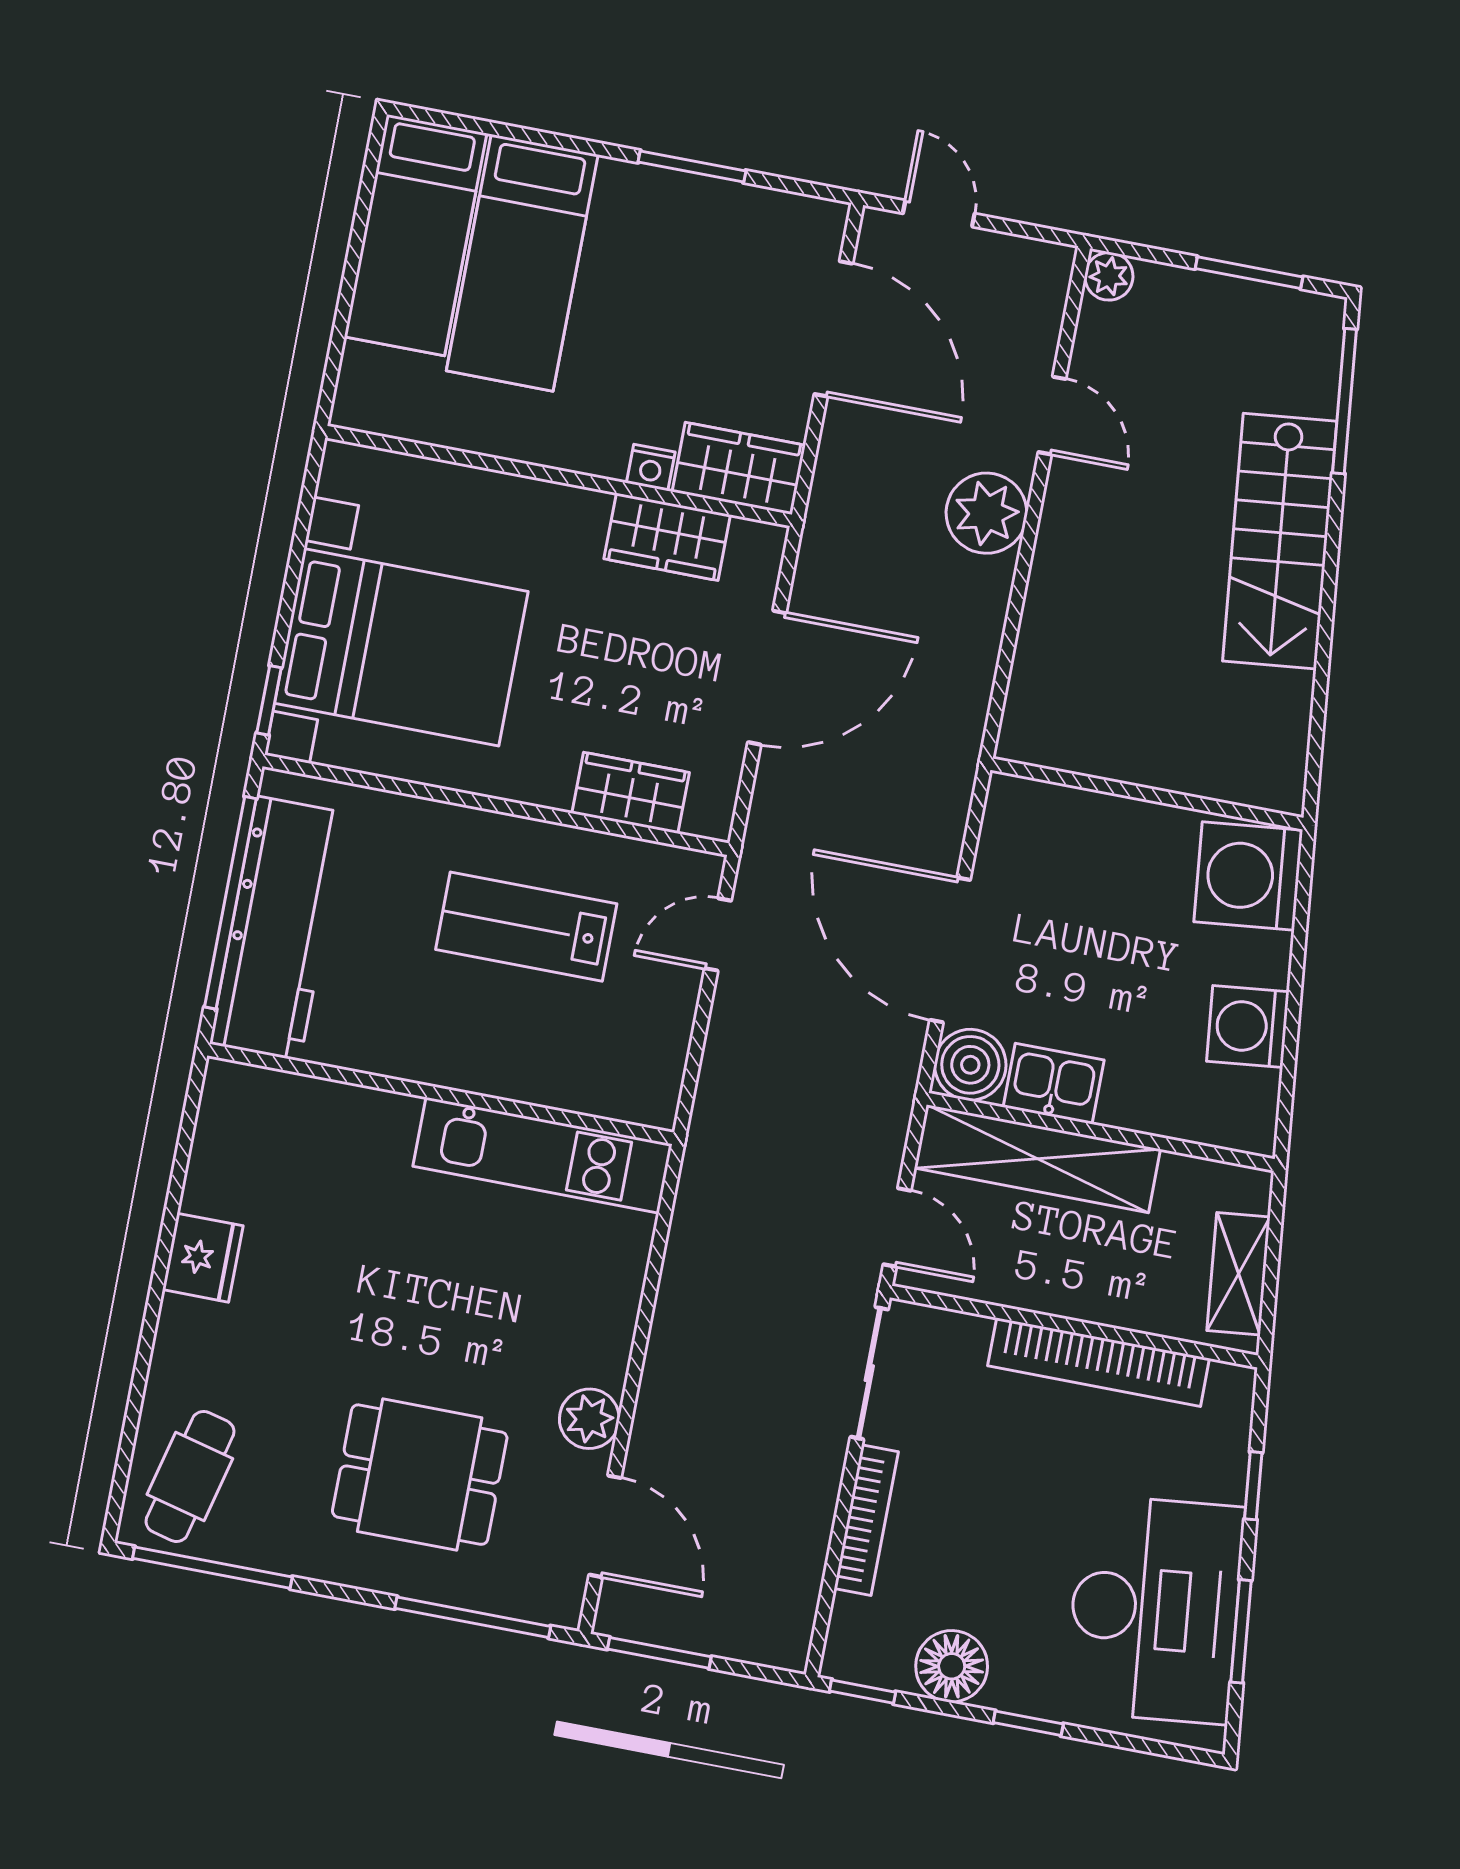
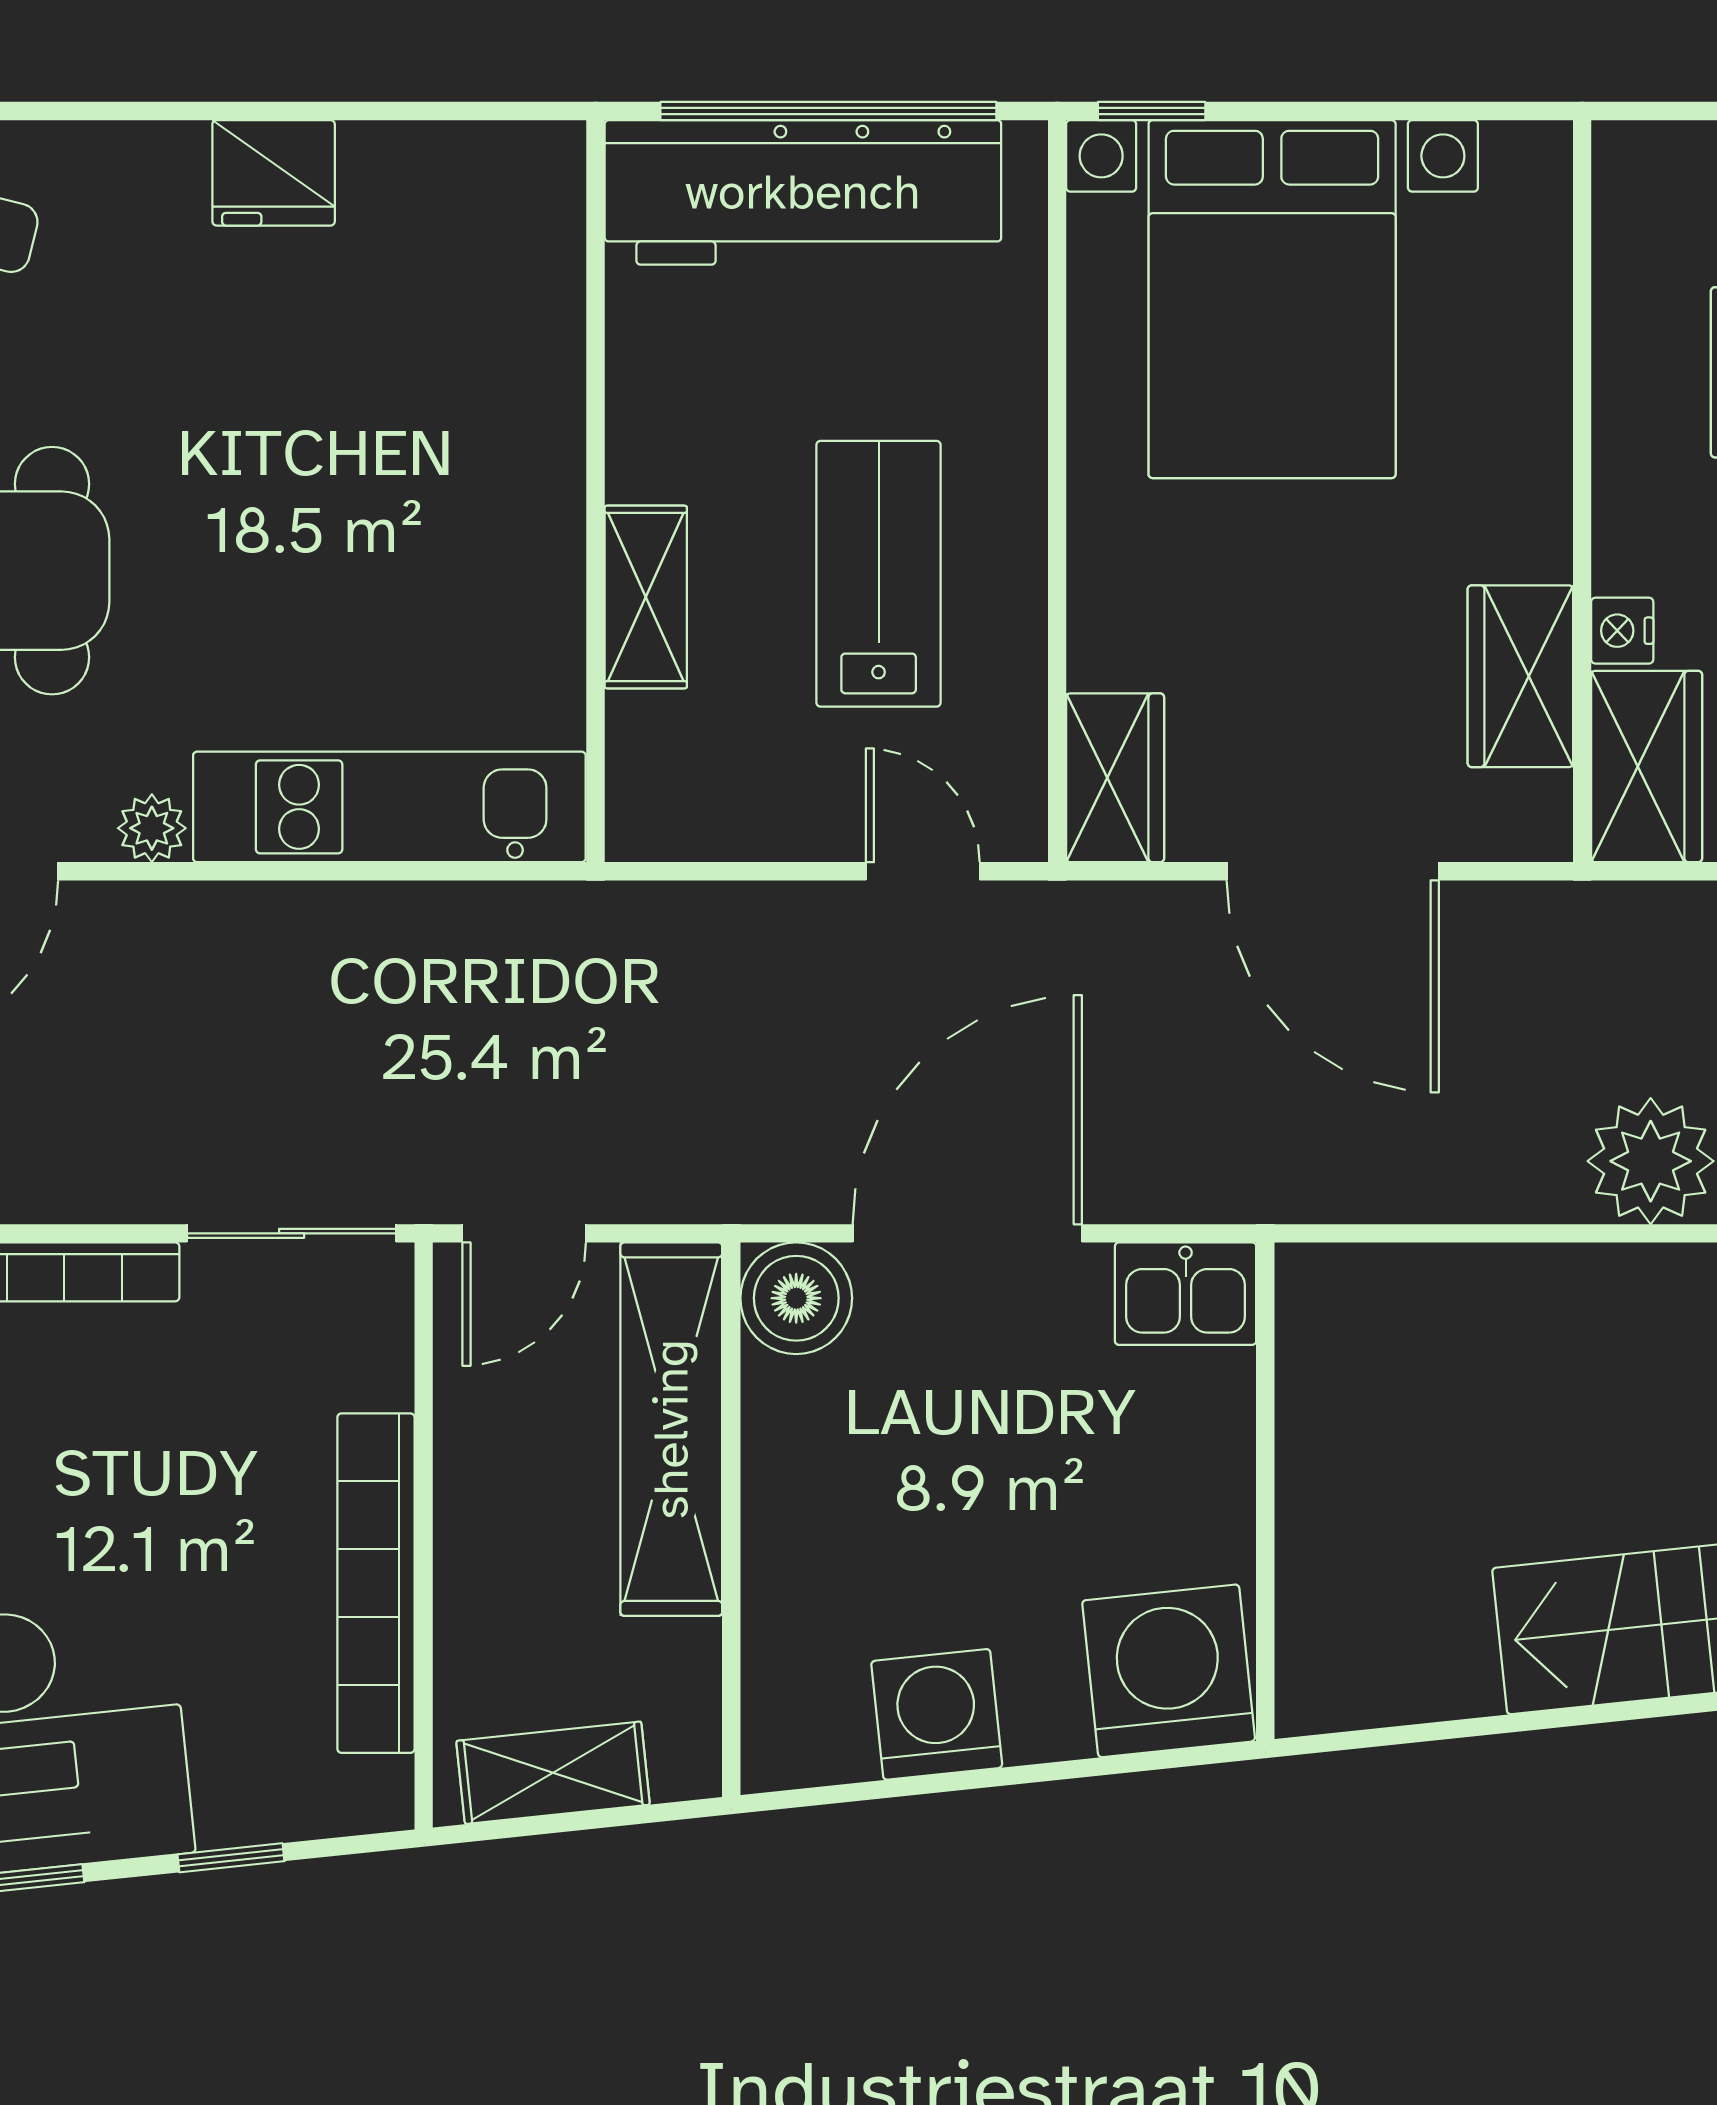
wardrobe: (631, 793) -> (1115, 778), moved
shelving: (513, 1075) -> (646, 597), added
kitchen sink: (1054, 1084) -> (1186, 1294), moved, turned 90
kitchen unit: (542, 1155) -> (389, 807), moved, turned 90
plant: (589, 1419) -> (152, 828), width x0.73, depth x0.73

